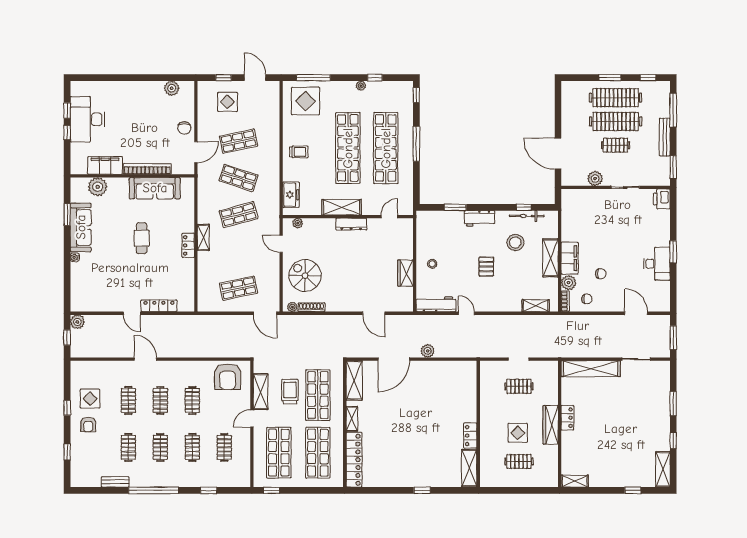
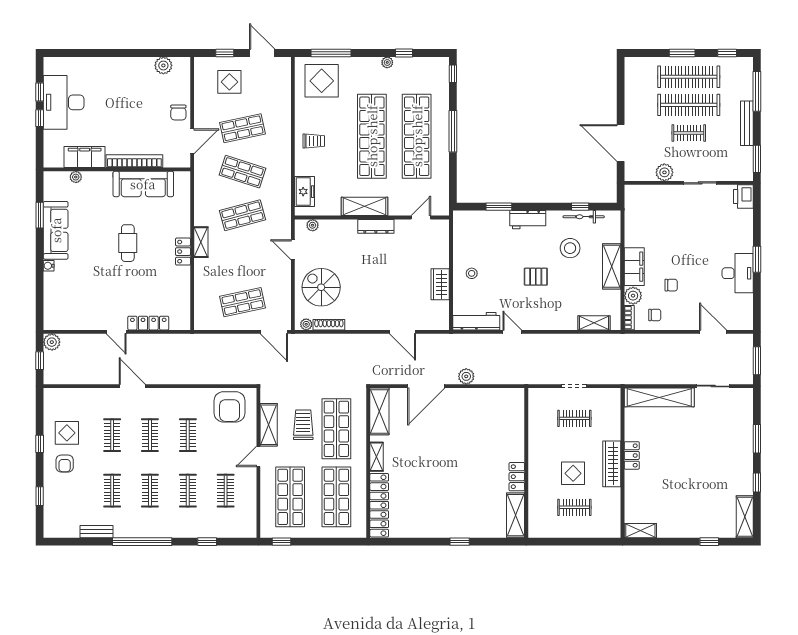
plant: (98, 187) -> (76, 177), width x0.53, depth x0.53
pallet: (486, 267) -> (536, 277), turned 90

